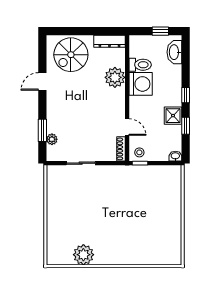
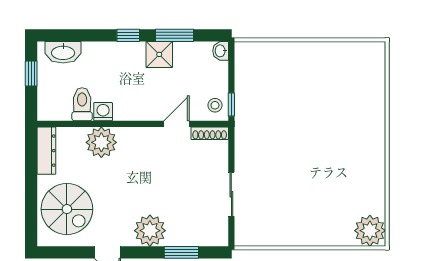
washing machine: (141, 84) -> (103, 112), width x0.53, depth x0.53
window: (186, 126) -> (175, 35), width x1.50
plant: (52, 139) -> (150, 231), moved, width x1.88, depth x1.88
plant: (83, 255) -> (370, 231), moved

